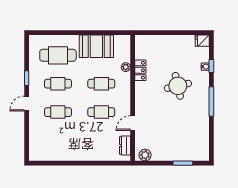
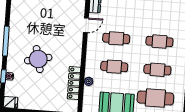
locker: (140, 70) -> (74, 83), width x1.53

